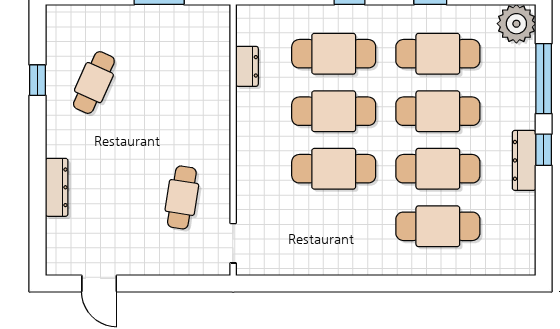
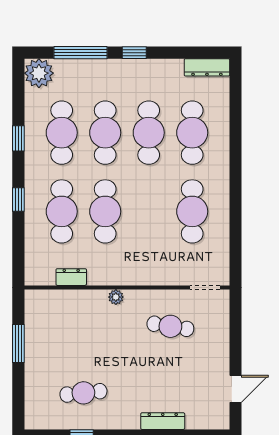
cafe table: (94, 83) -> (83, 393), turned -30
plant: (221, 125) -> (116, 297), added
dresser: (524, 160) -> (207, 67), moved
cafe table: (334, 169) -> (192, 211), moved

